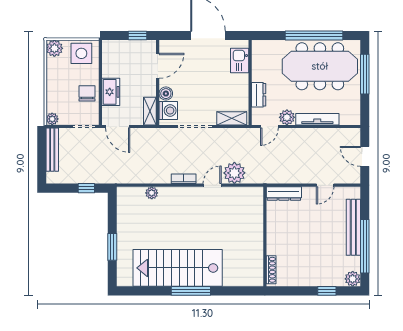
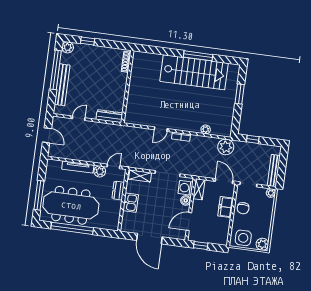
kitchen sink: (240, 60) -> (131, 203), moved
plant: (234, 173) -> (226, 147), moved
window: (191, 291) -> (198, 56), moved

